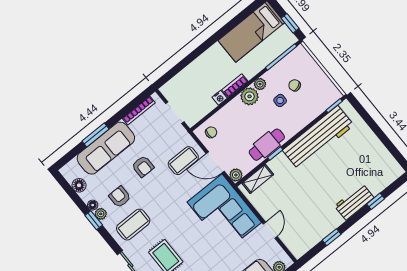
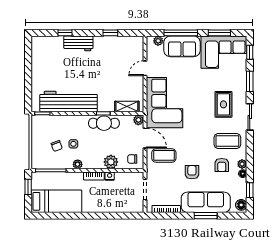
plant: (250, 96) -> (111, 162), moved
floor lamp: (79, 185) -> (241, 205), moved
window: (94, 220) -> (250, 190), moved

